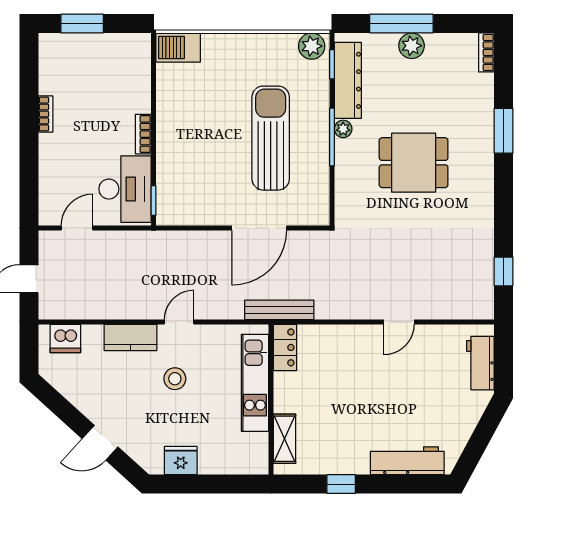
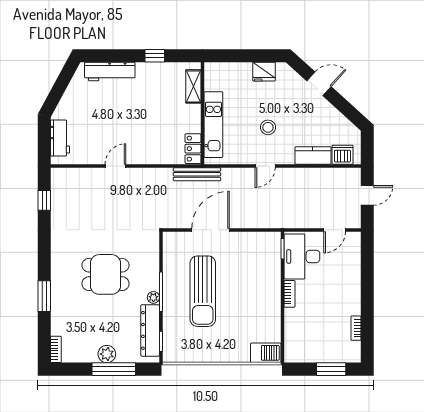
plant: (312, 46) -> (175, 354), removed
bookcase: (46, 114) -> (356, 328), moved
kitchen counter: (131, 337) -> (313, 155), moved

